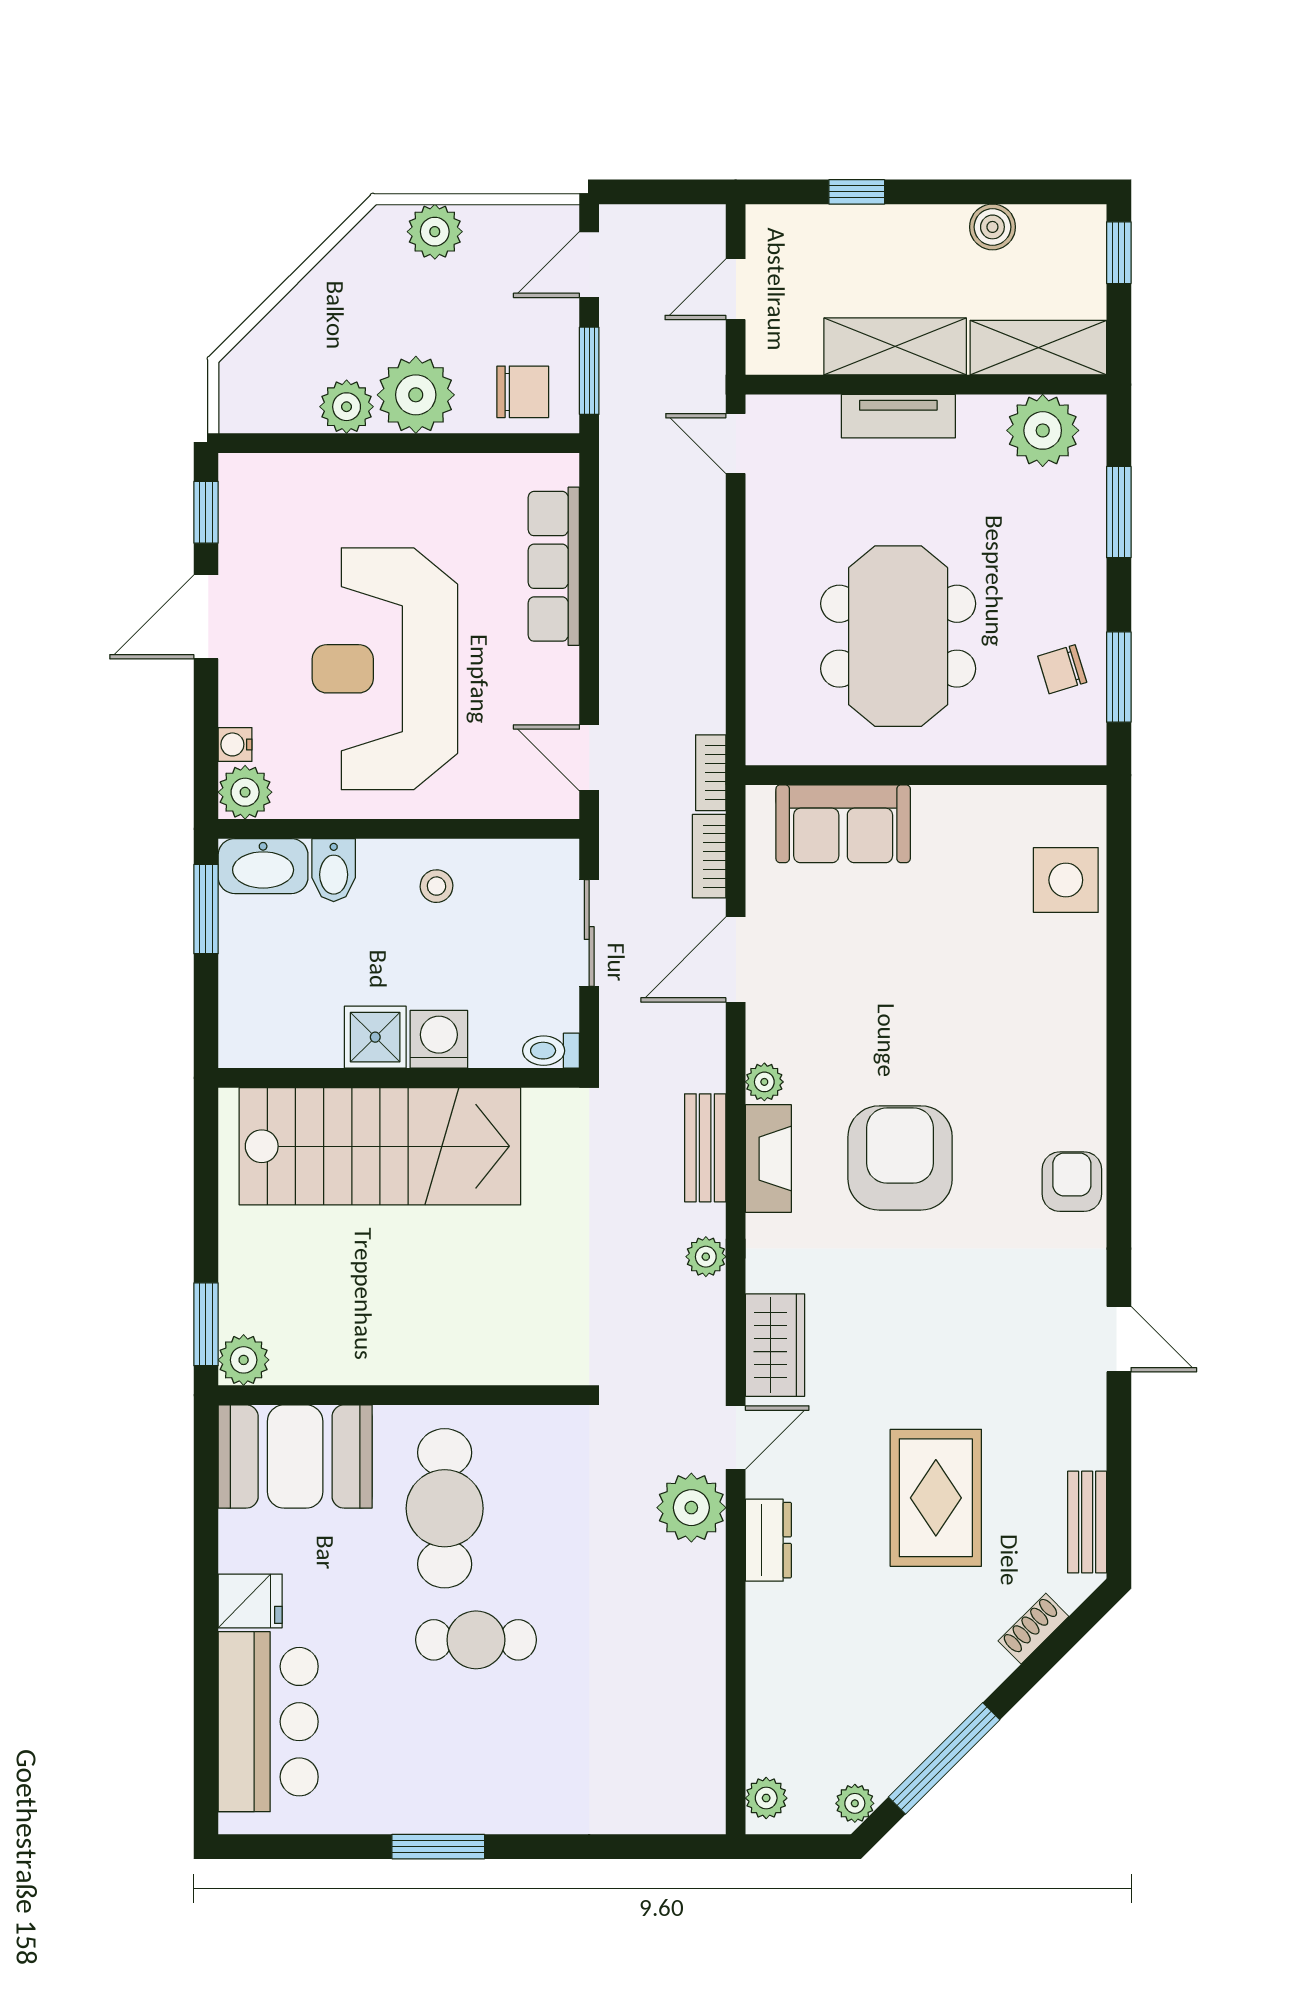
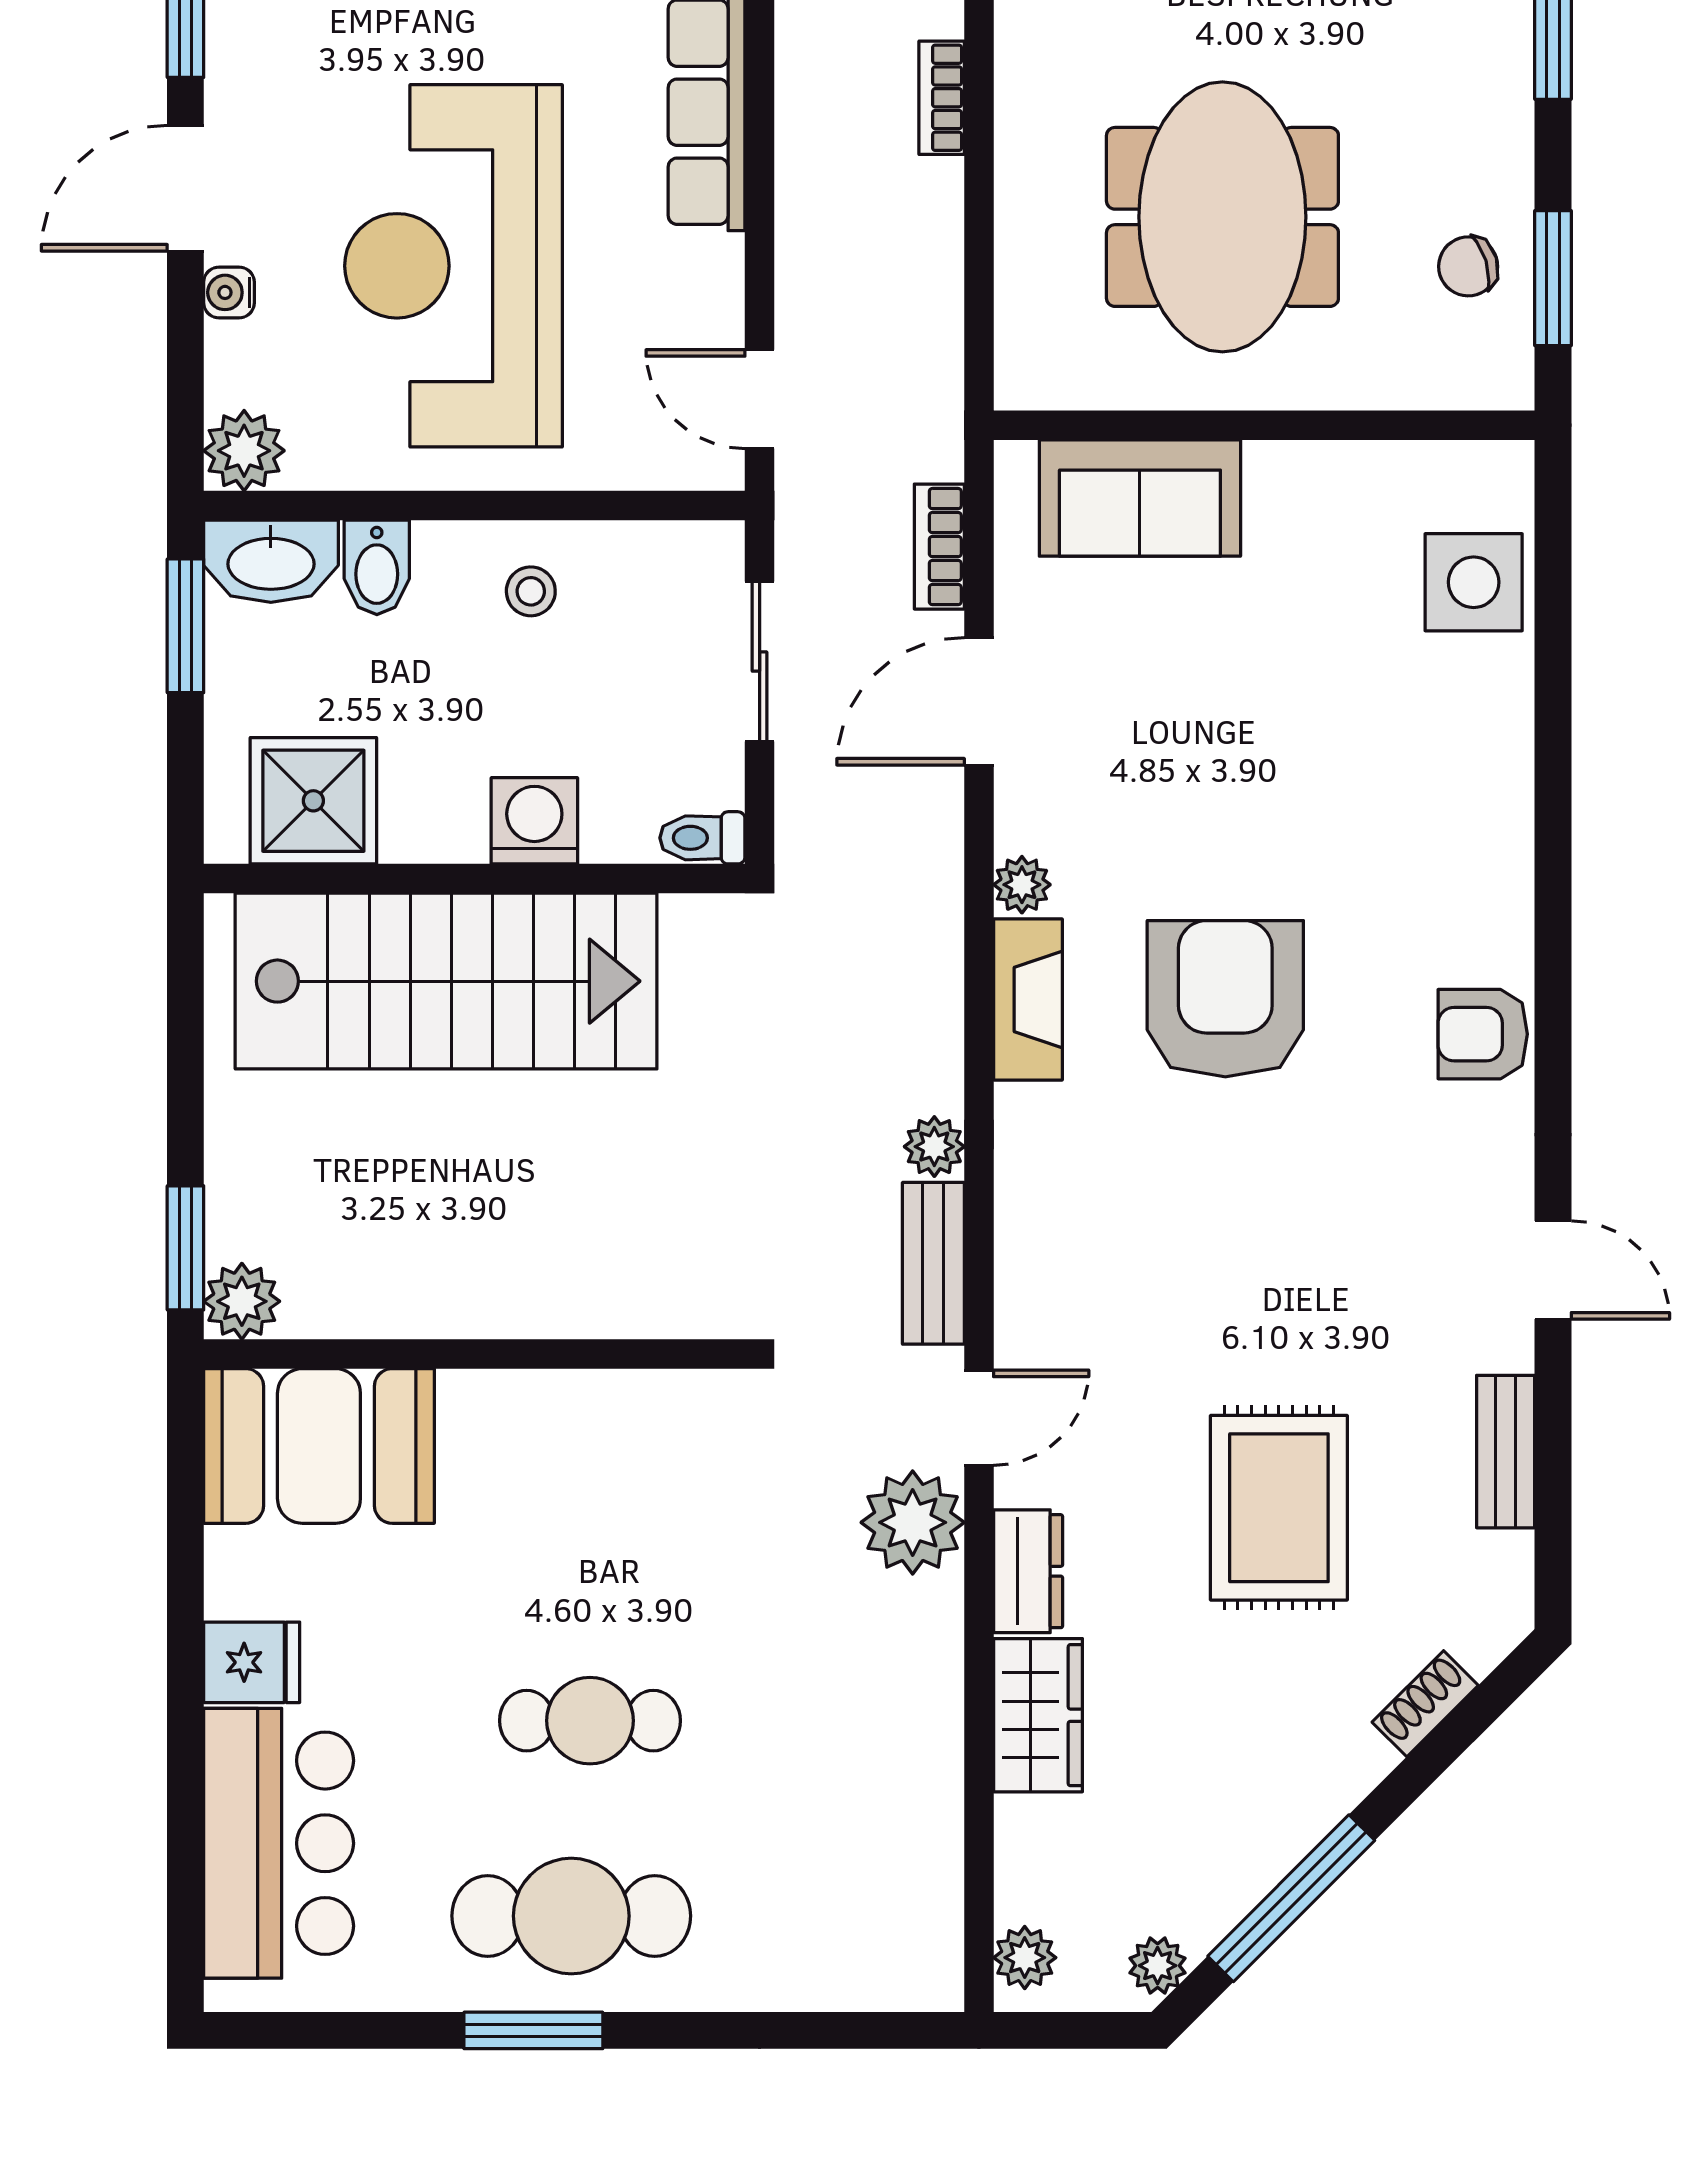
water cooler: (235, 744) -> (229, 292), moved
bookcase: (711, 773) -> (942, 98), moved
shower: (375, 1037) -> (313, 801), moved, width x1.36, depth x1.36
bench: (705, 1148) -> (933, 1263), moved
armchair: (1072, 1182) -> (1483, 1034), turned -90
wardrobe: (775, 1345) -> (1038, 1715), moved
cafe table: (445, 1508) -> (571, 1916), moved, turned 90
bench: (1087, 1522) -> (1506, 1452), moved

